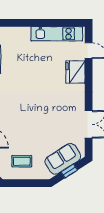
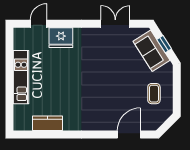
kitchen unit: (57, 34) -> (21, 77), moved

